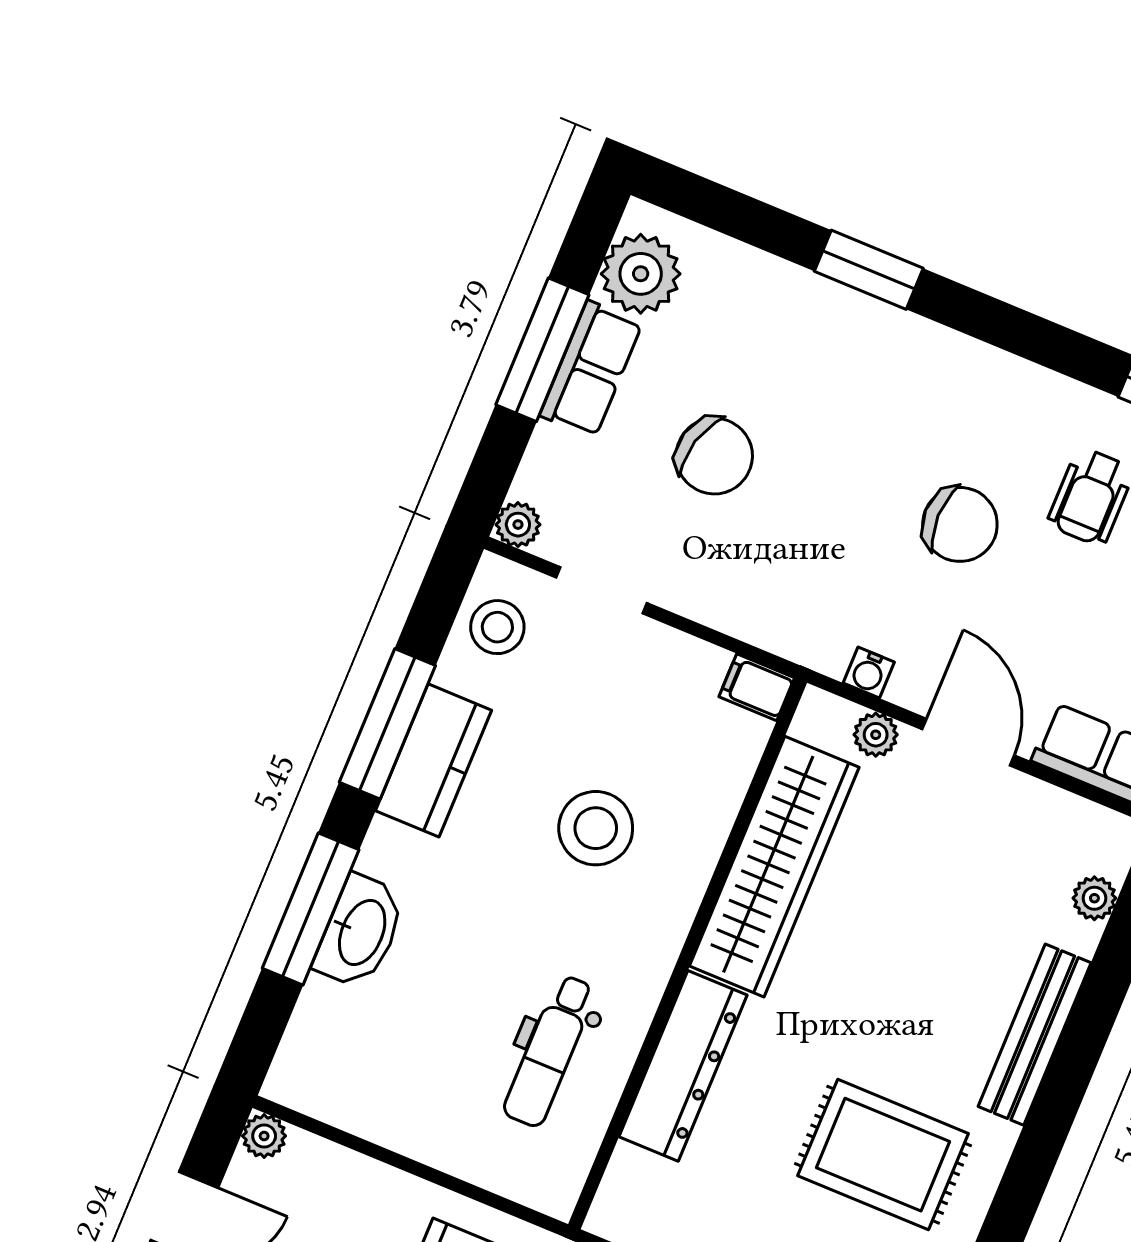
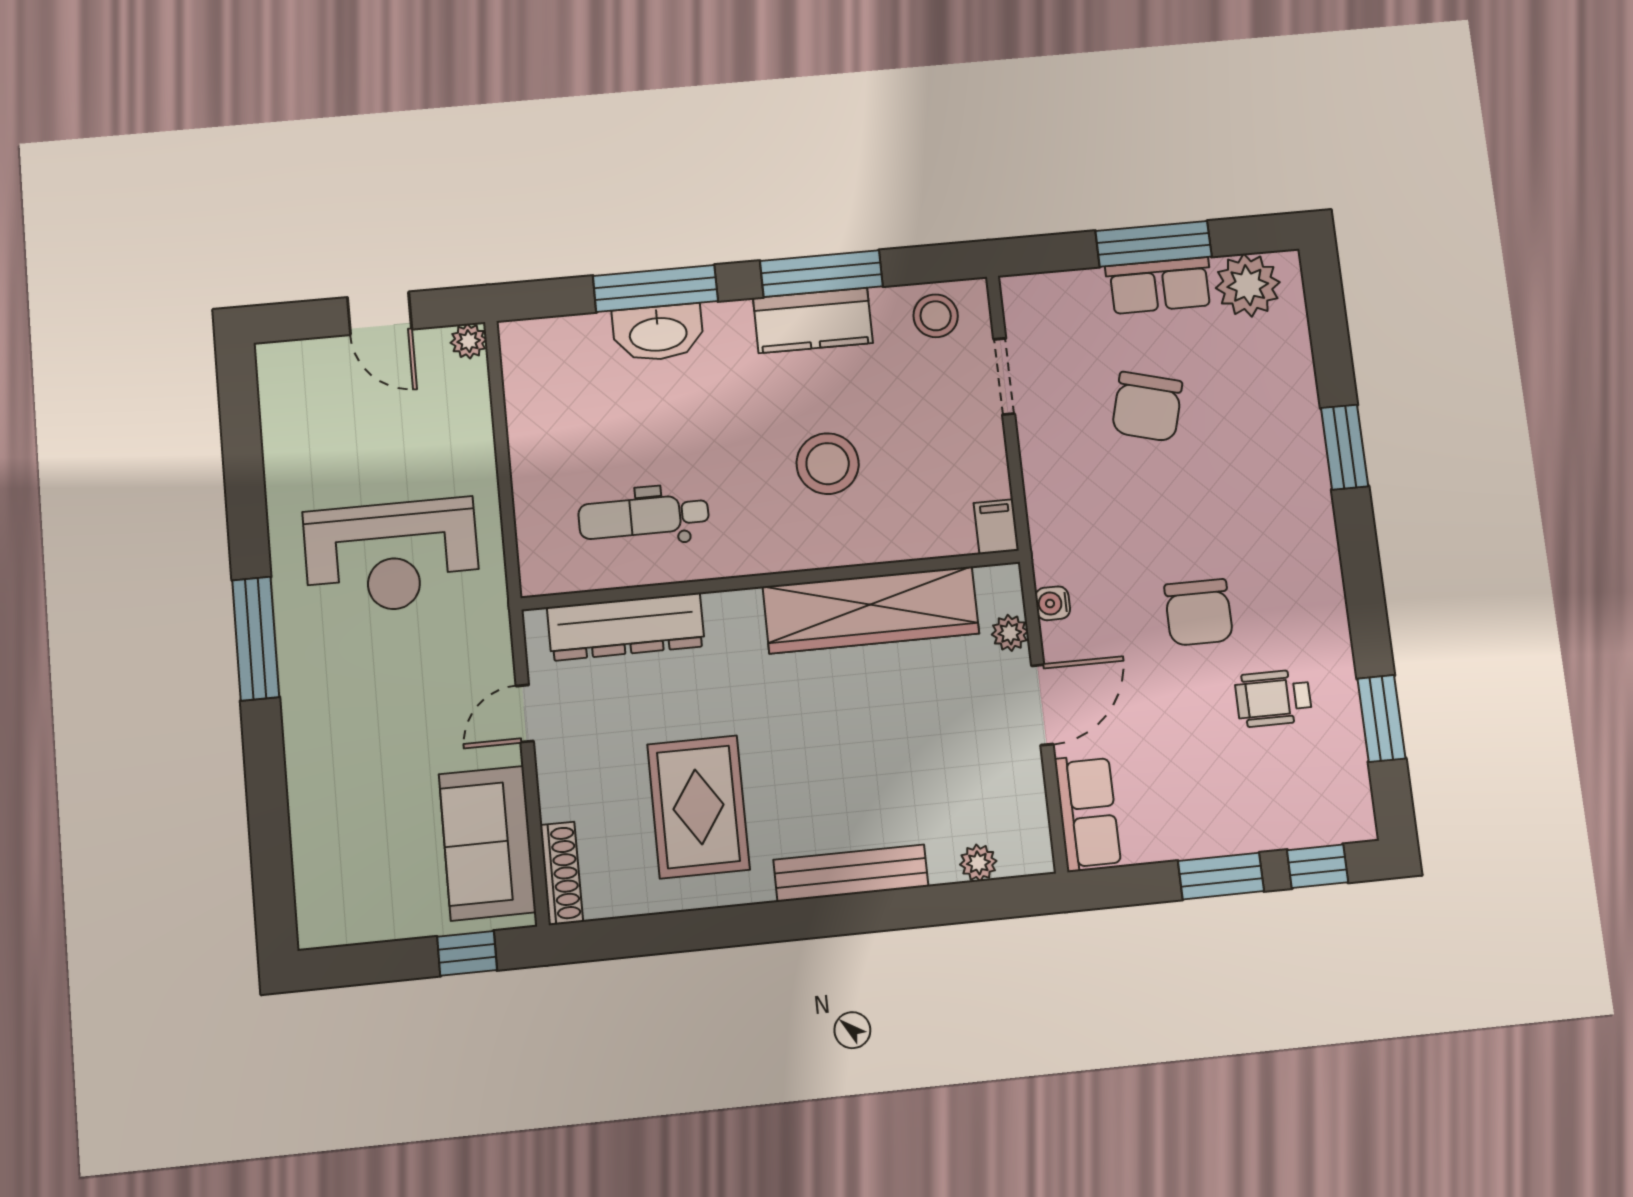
plant: (518, 525) -> (1018, 292), removed
dresser: (683, 1066) -> (626, 627), moved

